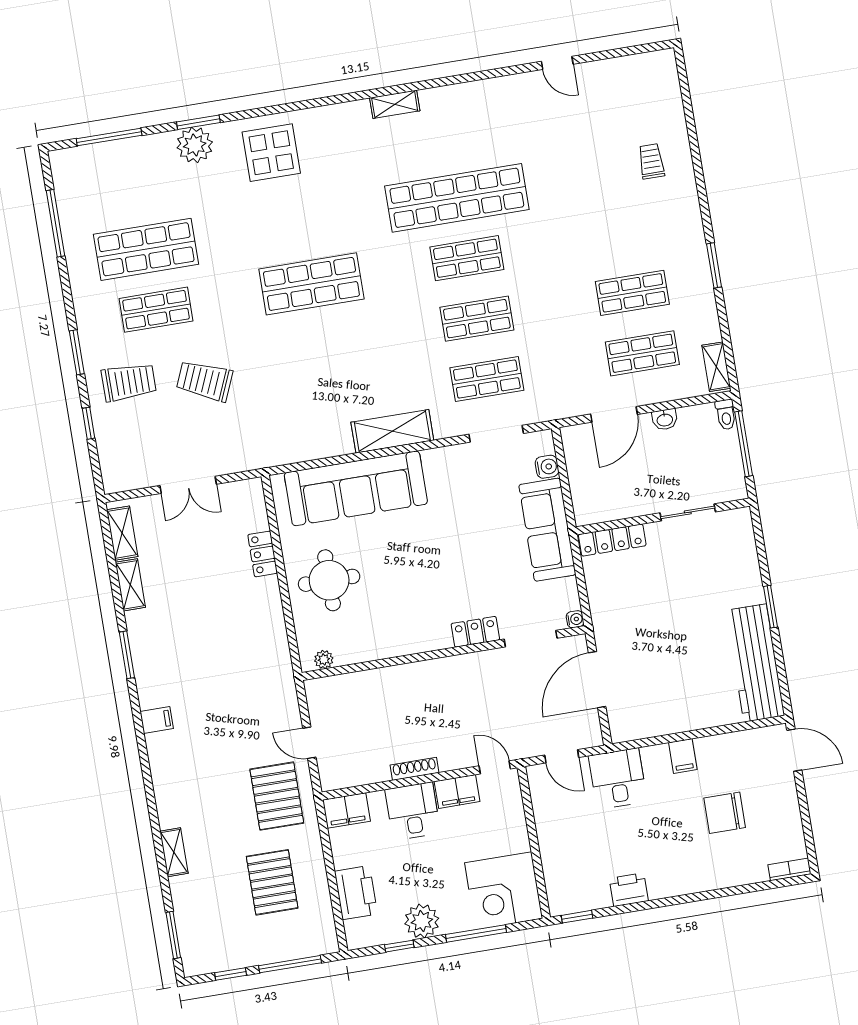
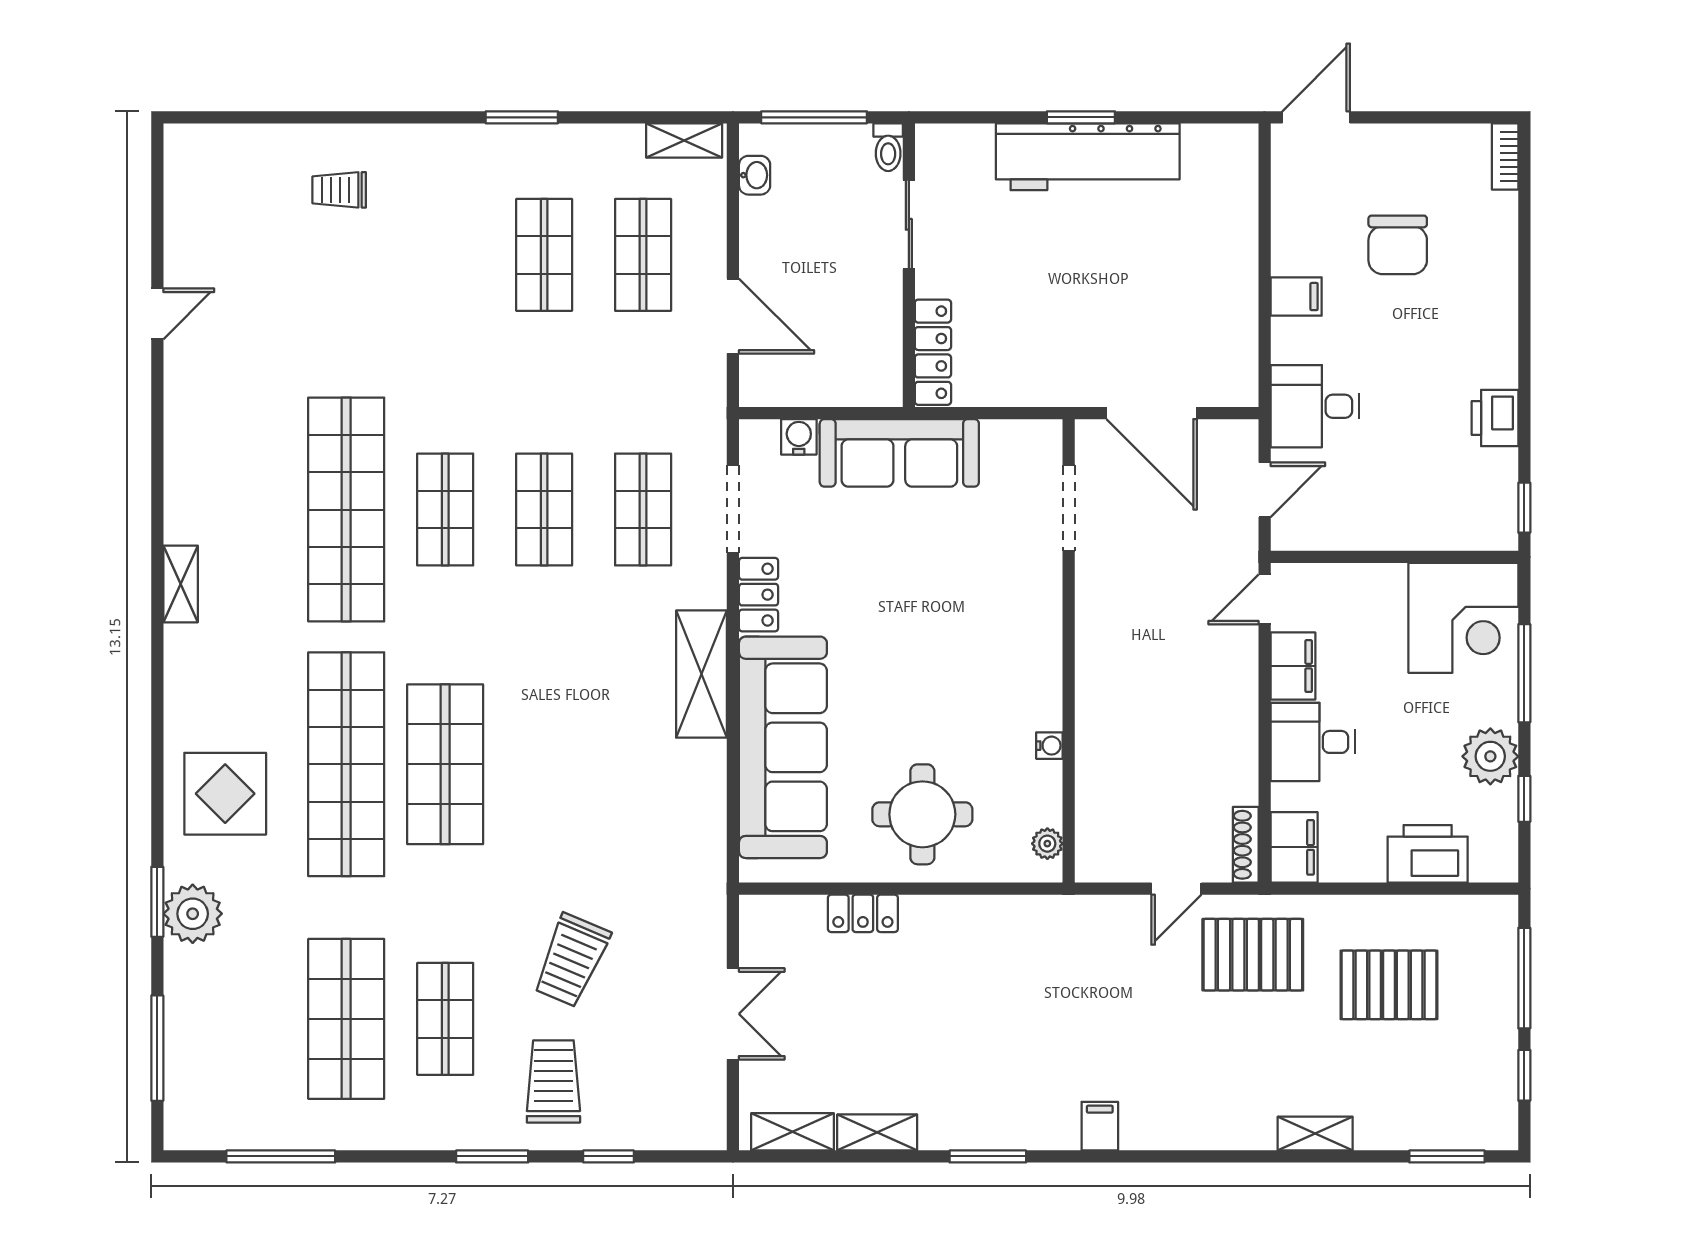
shop shelf: (301, 224) -> (346, 764), added
toilet: (726, 415) -> (888, 147), moved, turned 90
washbasin: (665, 419) -> (755, 175), moved
water cooler: (575, 619) -> (1049, 746), moved, turned 90
locker: (475, 632) -> (759, 595), moved, turned 180
workbench: (755, 663) -> (1088, 157), moved
shoe rack: (415, 769) -> (1246, 845), moved

